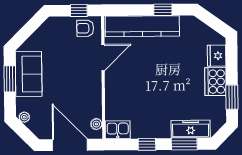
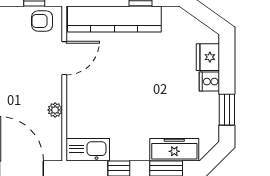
cooker: (216, 82) -> (209, 82), width x0.53, depth x0.76
plant: (96, 124) -> (55, 110), moved
kitchen sink: (118, 130) -> (88, 150), width x1.38

